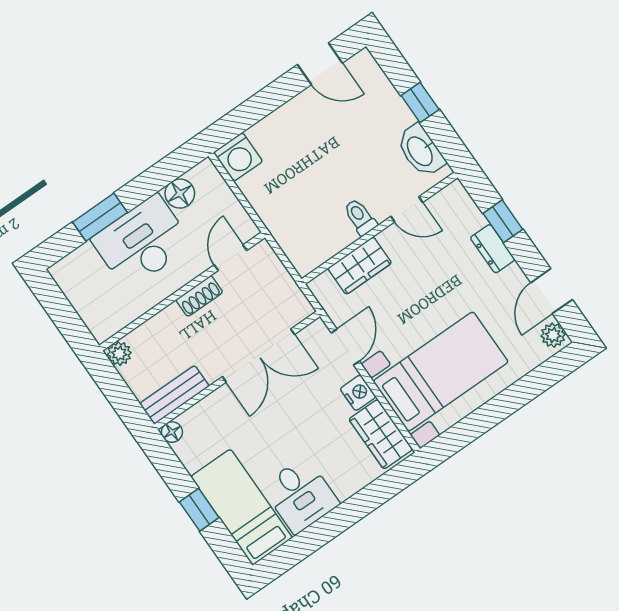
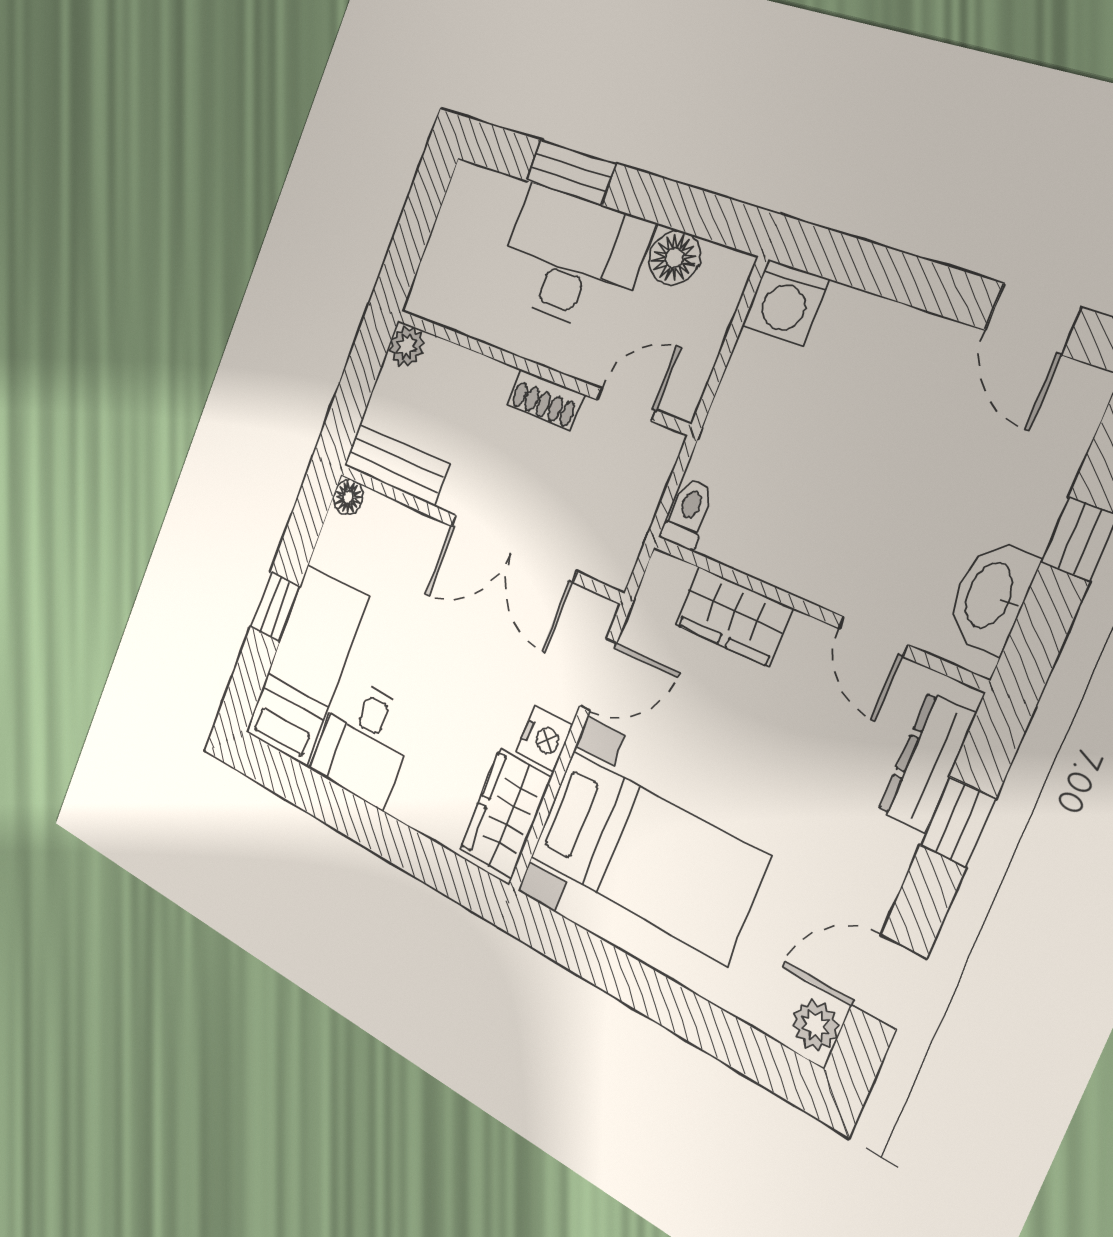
toilet: (360, 217) -> (688, 513), moved
dresser: (493, 249) -> (927, 762), moved, width x1.44

